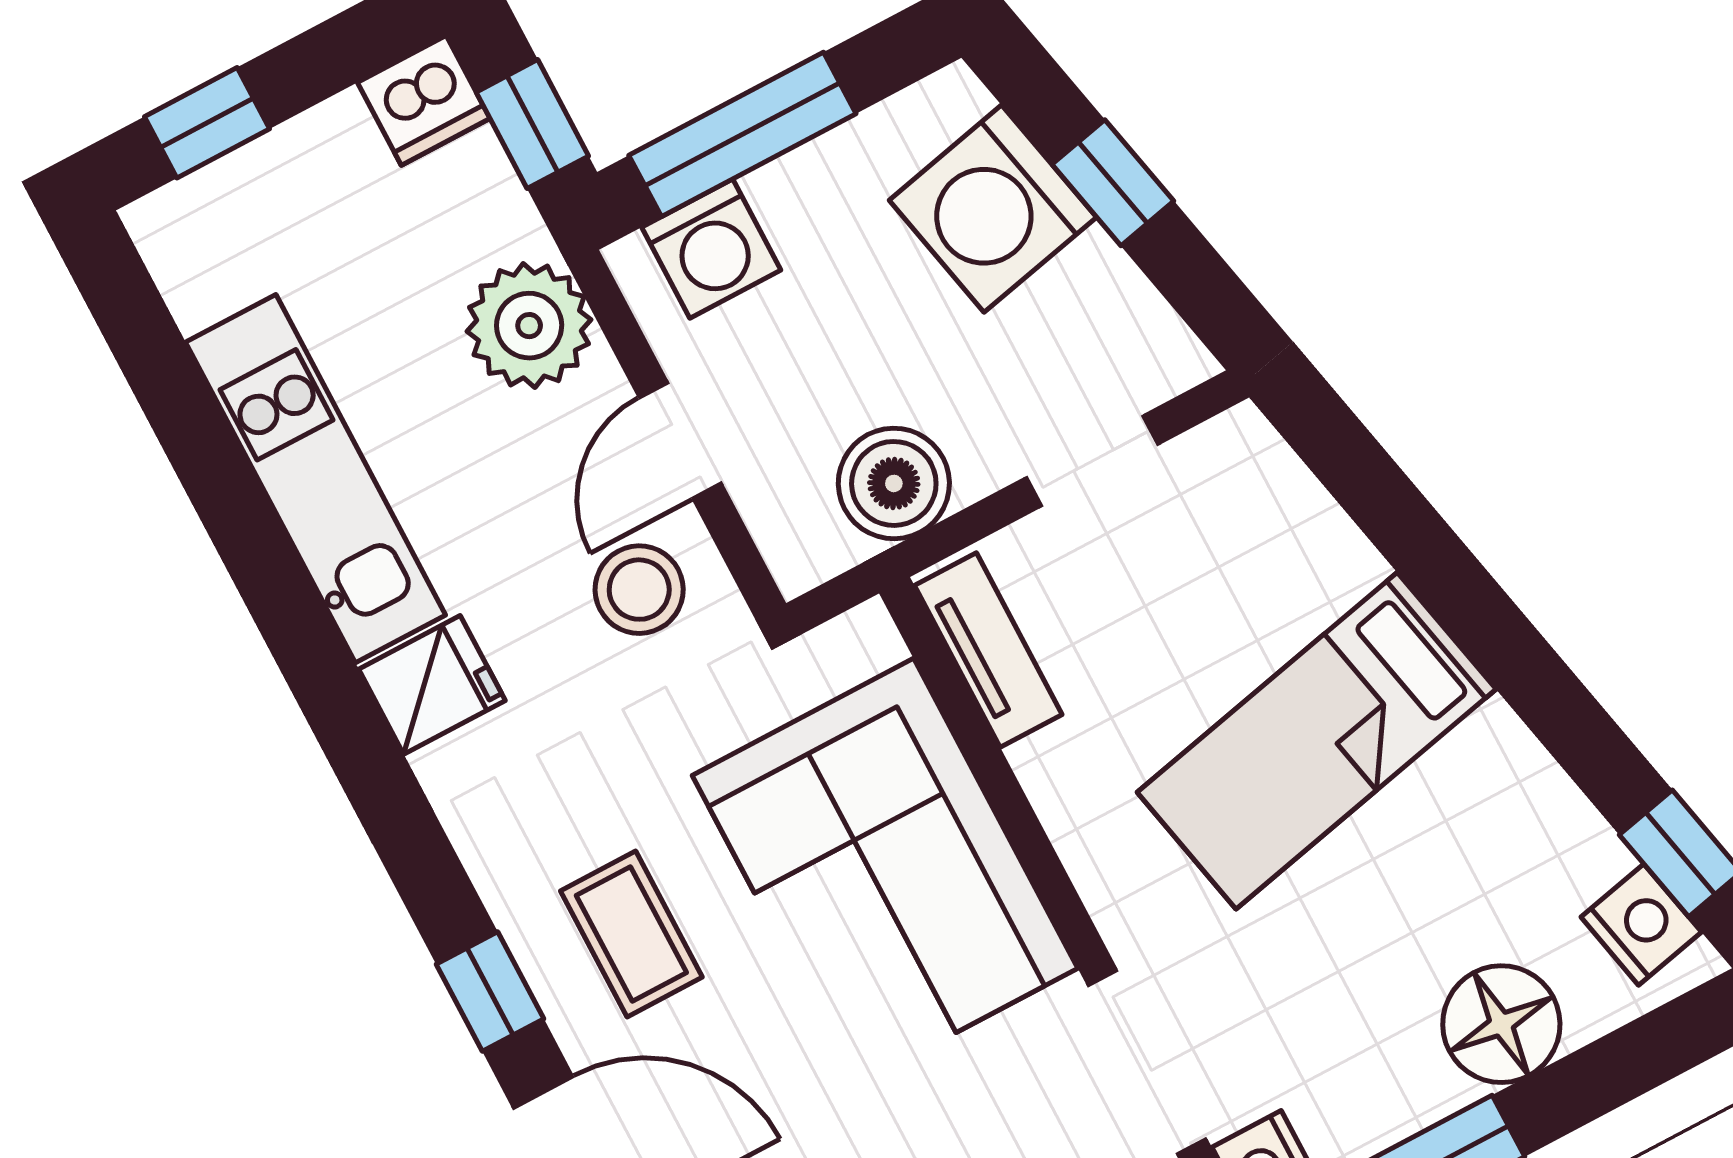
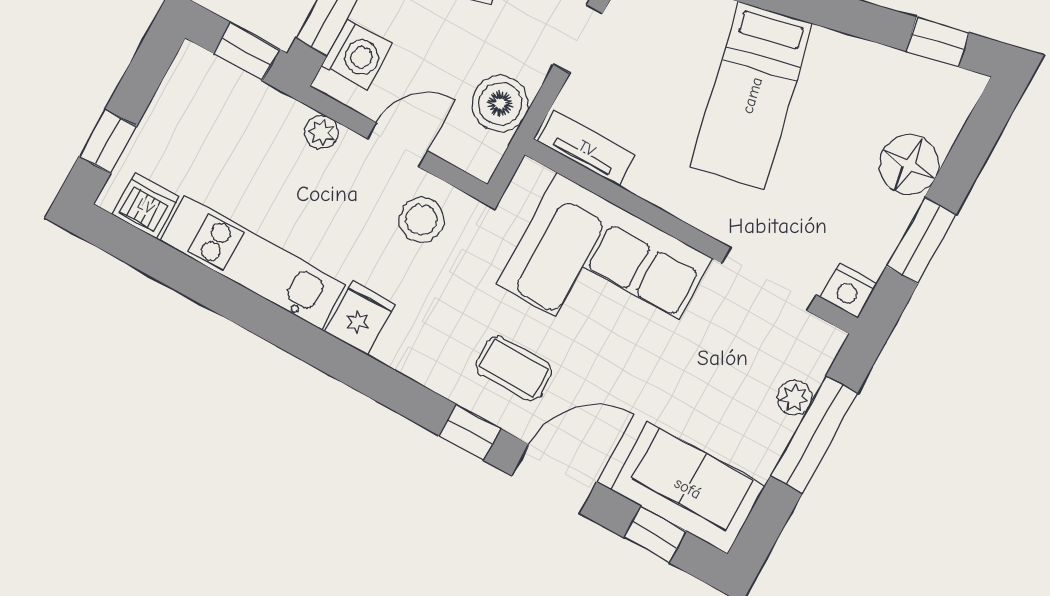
dishwasher: (424, 100) -> (146, 206), moved, turned -90
plant: (529, 326) -> (321, 132), width x0.53, depth x0.53
door: (680, 441) -> (397, 145), swing flipped
nightstand: (1641, 925) -> (941, 83), removed

